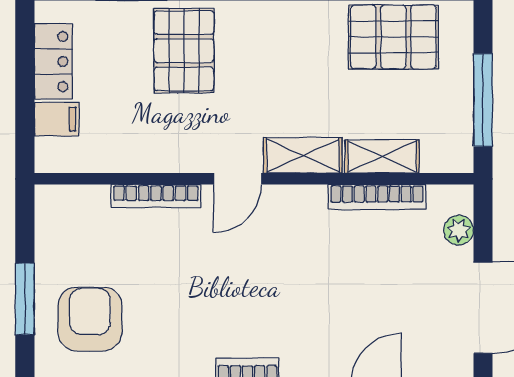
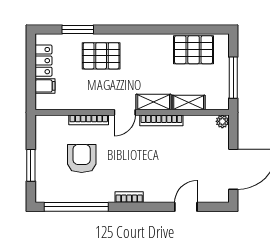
pallet: (184, 51) -> (101, 56), turned 90
bookcase: (377, 197) -> (161, 120), moved
plant: (459, 230) -> (222, 121), moved
armchair: (90, 319) -> (82, 158), moved

